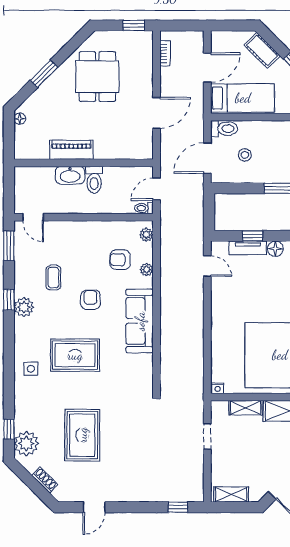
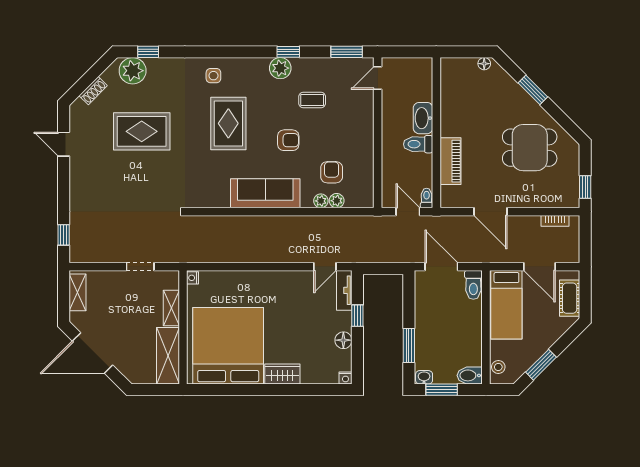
cot: (262, 50) -> (570, 298), moved, turned -45
piano: (71, 150) -> (450, 161), moved
stool: (245, 155) -> (445, 307), removed
toilet: (144, 208) -> (427, 198), moved
plant: (146, 235) -> (337, 201), moved
tv unit: (248, 248) -> (344, 290), moved

